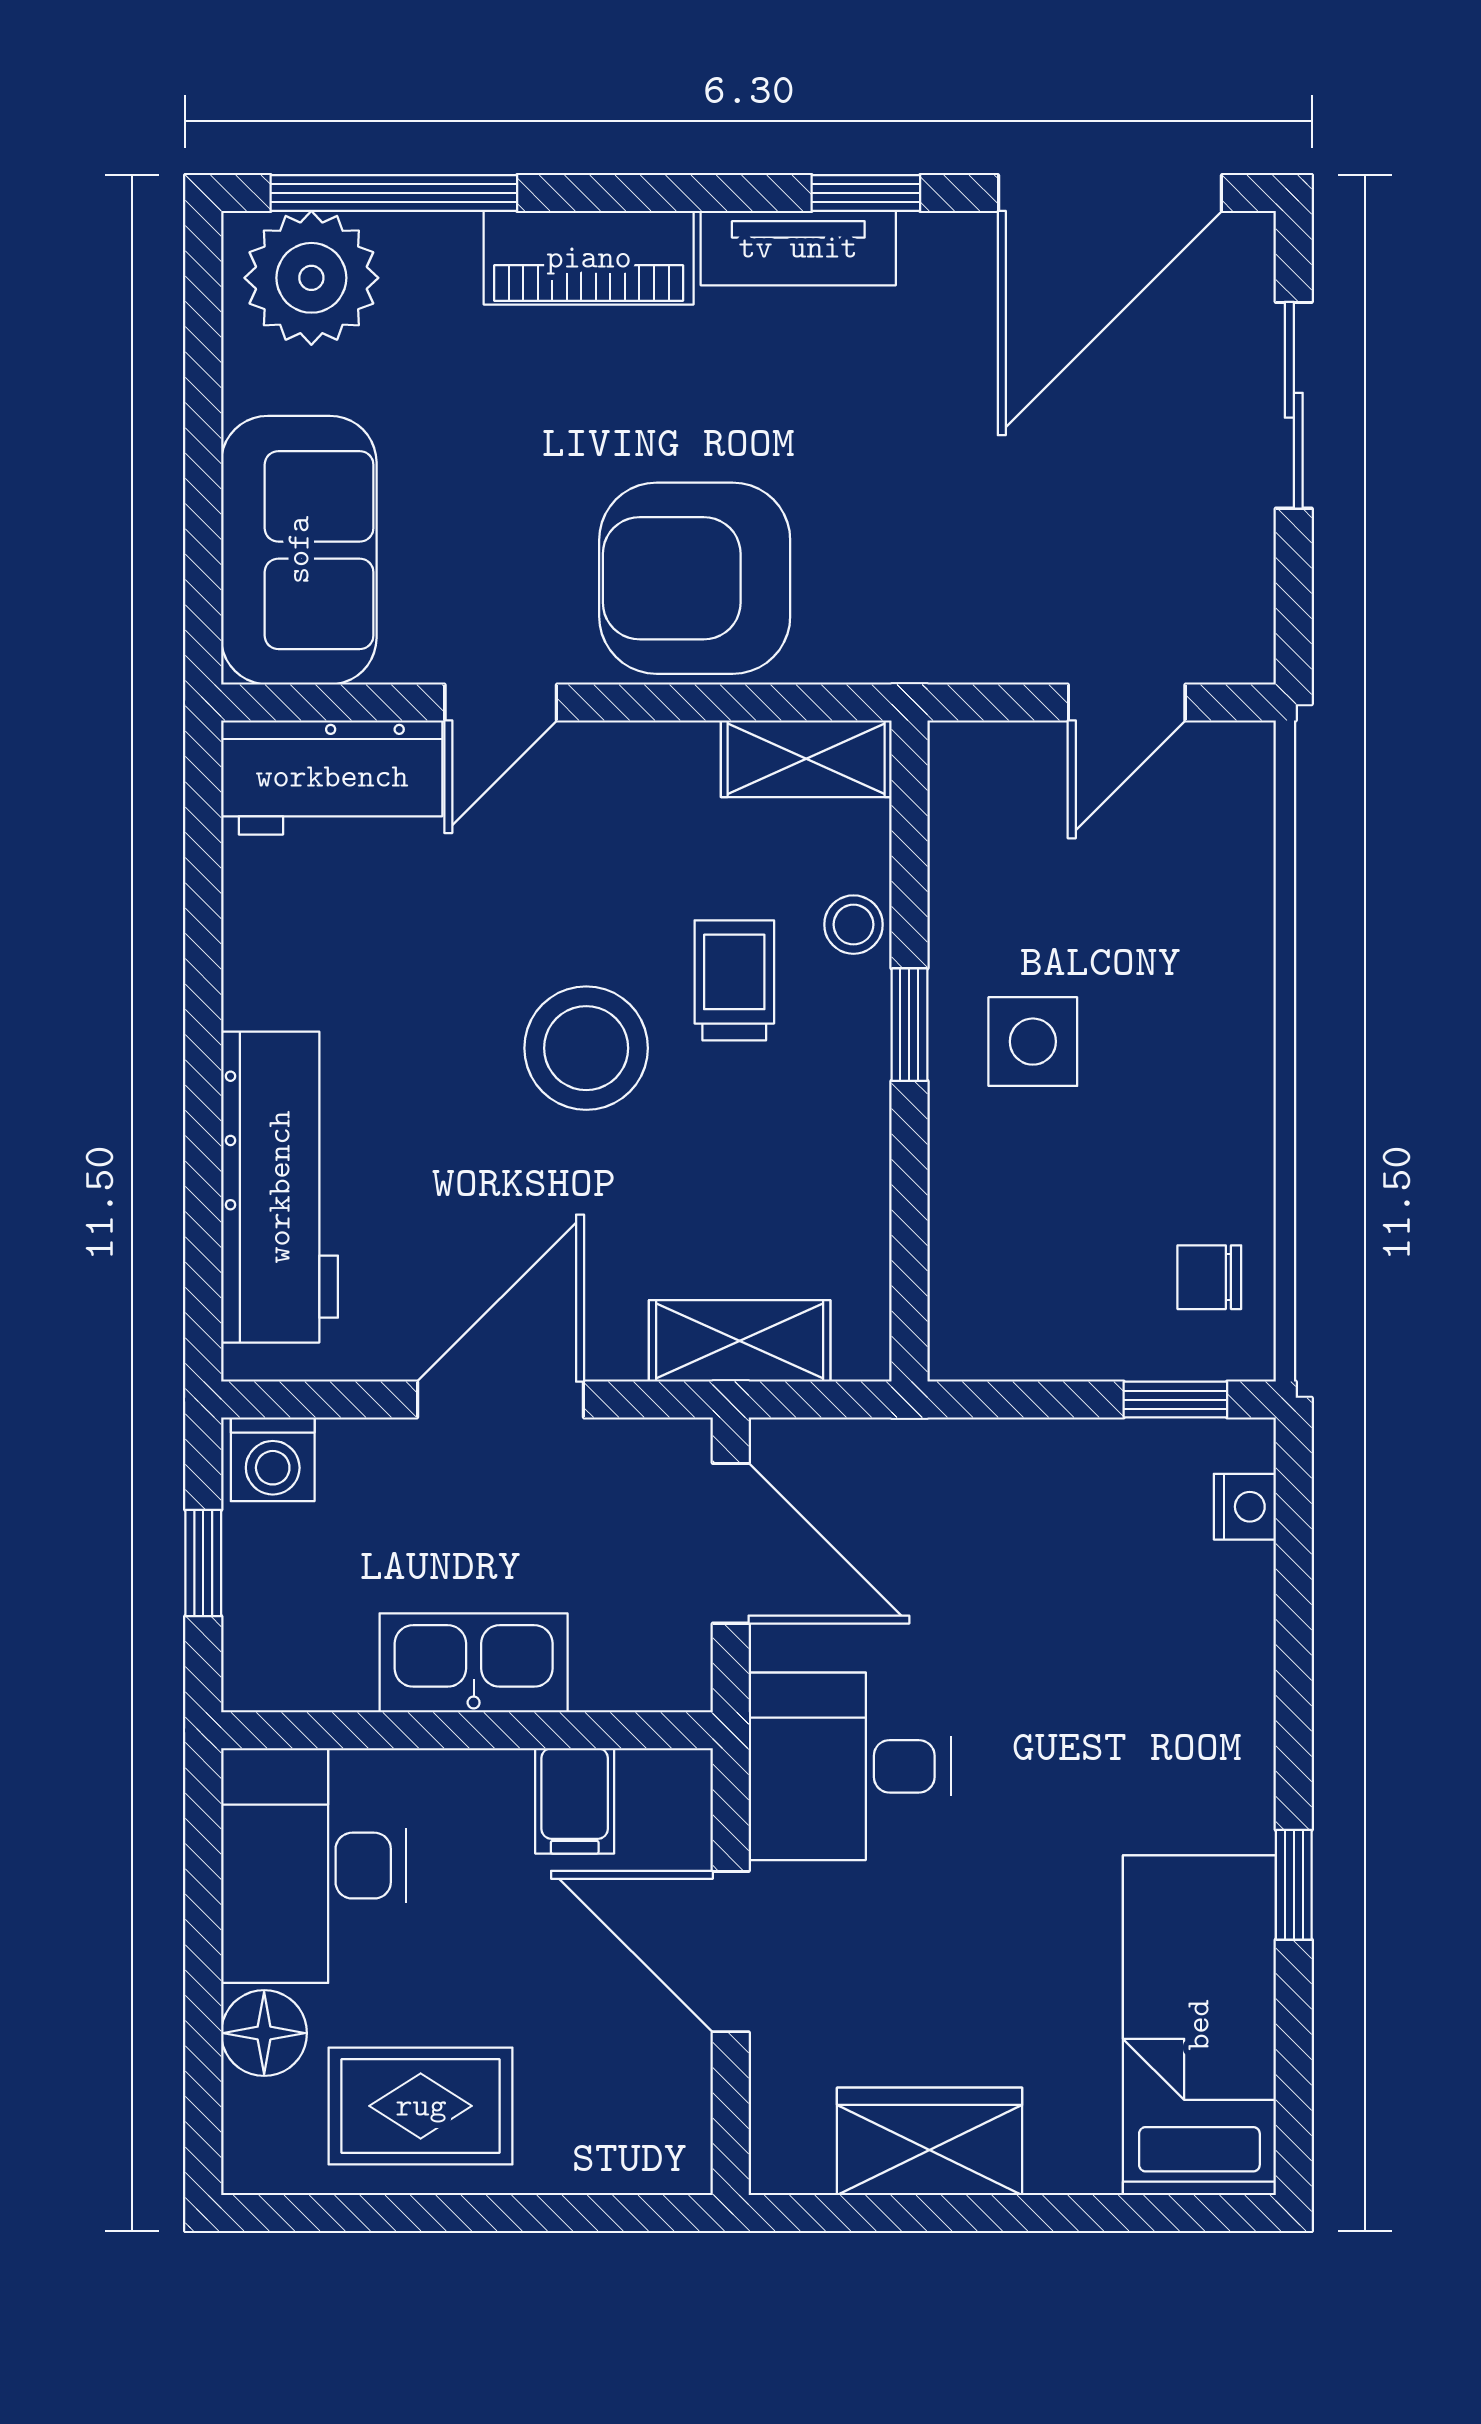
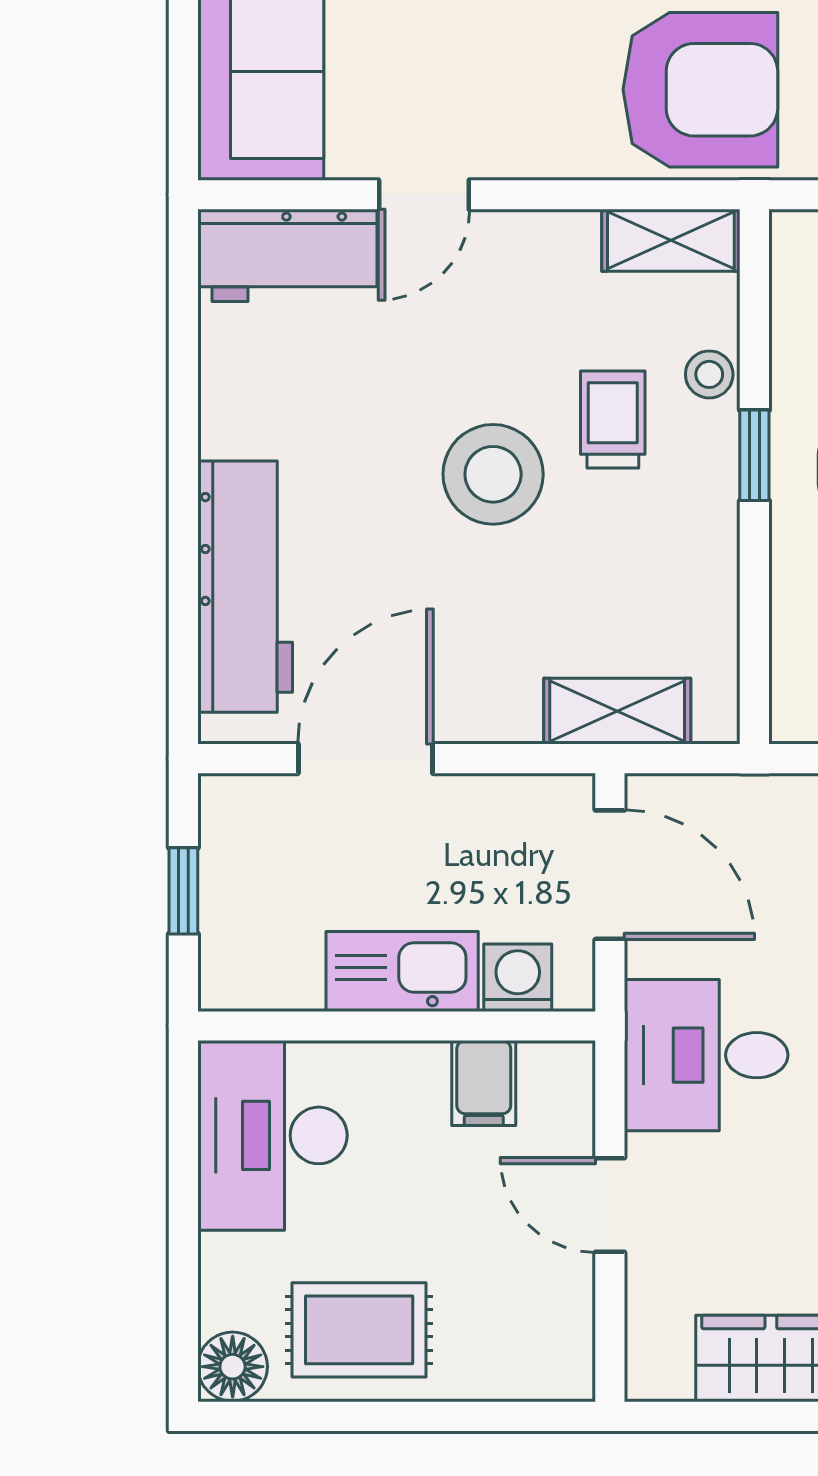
armchair: (695, 578) -> (700, 90), moved, turned 180
door: (500, 1400) -> (365, 759), moved
washing machine: (273, 1459) -> (518, 978), moved, turned 180
door: (731, 1952) -> (610, 1205), width x0.73
floor lamp: (264, 2033) -> (233, 1367), moved

